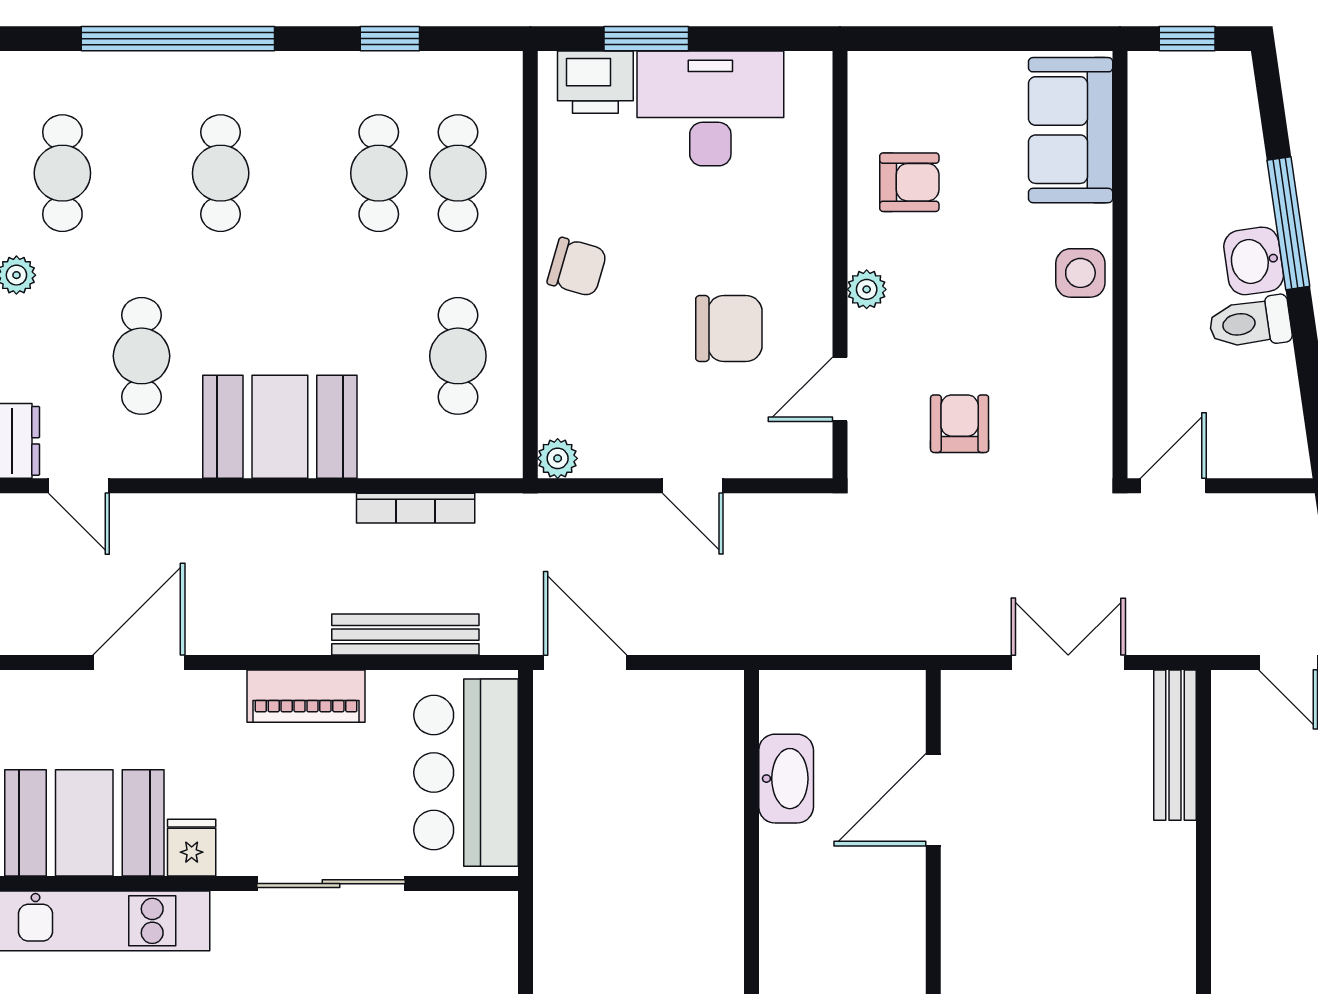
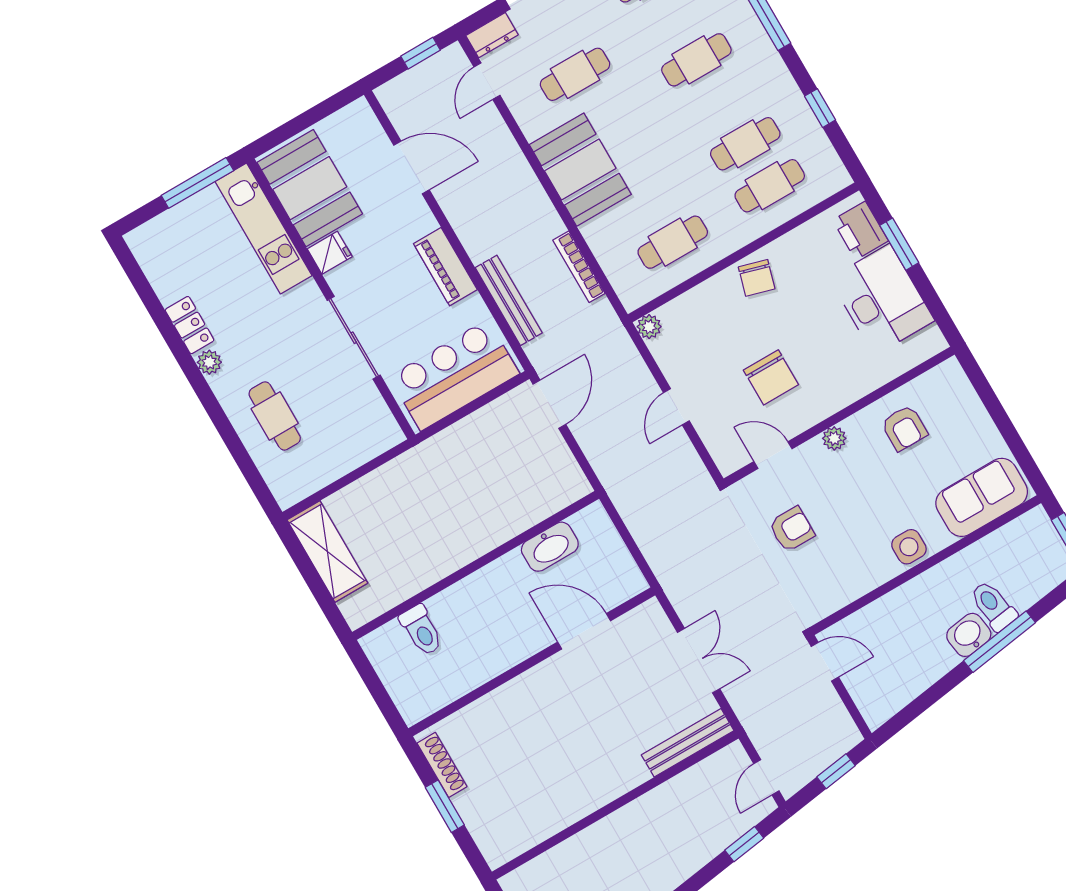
toilet: (1250, 323) -> (993, 606), moved

